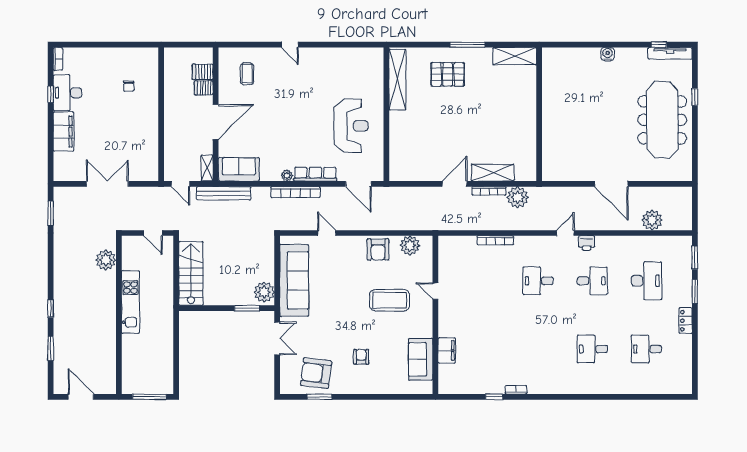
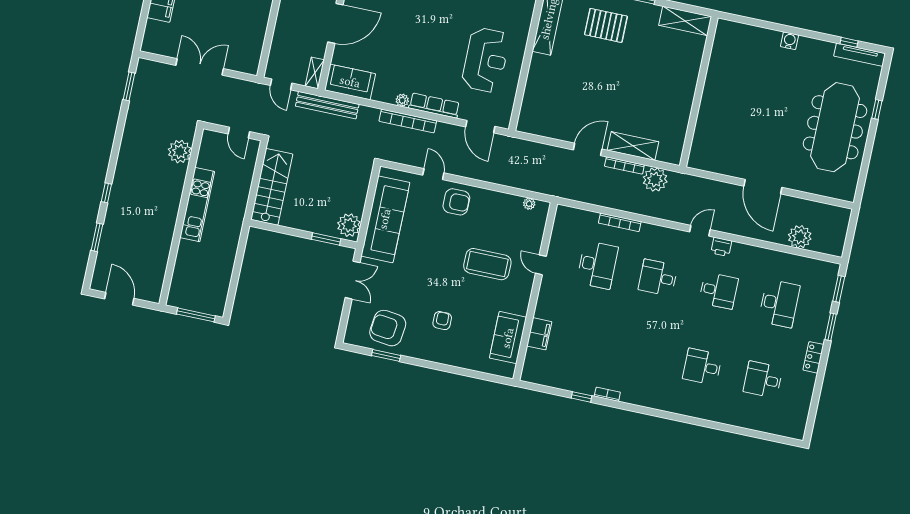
plant: (410, 246) -> (529, 204), width x0.53, depth x0.53
armchair: (378, 249) -> (456, 202), moved, turned -90
desk: (484, 281) -> (597, 265), added

